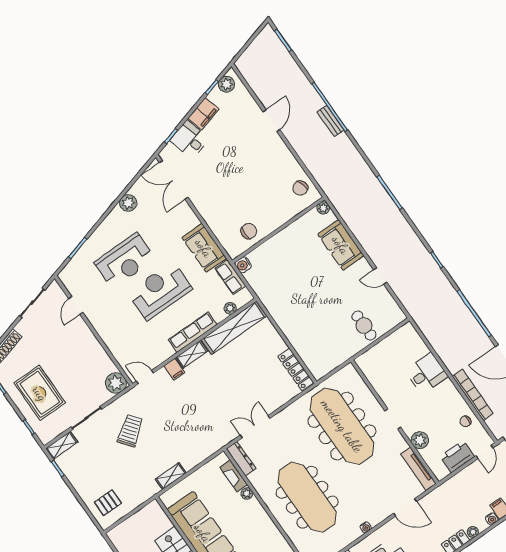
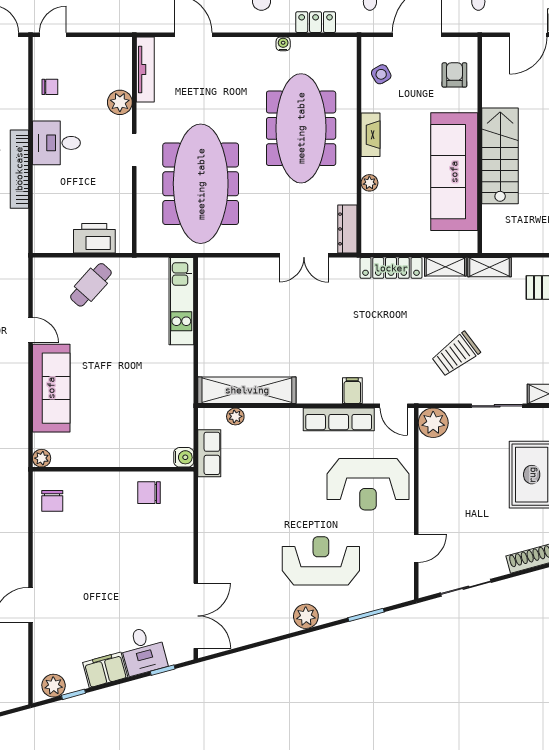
chair: (300, 188) -> (52, 501), turned 107
plant: (128, 203) -> (306, 616), moved
sofa: (341, 245) -> (51, 388), width x1.36
sofa: (204, 248) -> (216, 510), removed
reception desk: (160, 291) -> (368, 484), moved
cafe table: (364, 326) -> (91, 285), turned 42
row of seats: (193, 332) -> (339, 419), moved
kitchen unit: (306, 352) -> (181, 301), added
shelving: (192, 354) -> (490, 267), moved
locker: (296, 370) -> (391, 268), moved, turned 90
desk: (427, 373) -> (56, 143), moved
bookcase: (473, 395) -> (19, 169), moved
printer: (457, 457) -> (94, 238), moved, turned 180
fireplace: (234, 476) -> (370, 135), moved
water cooler: (366, 527) -> (283, 44), moved

